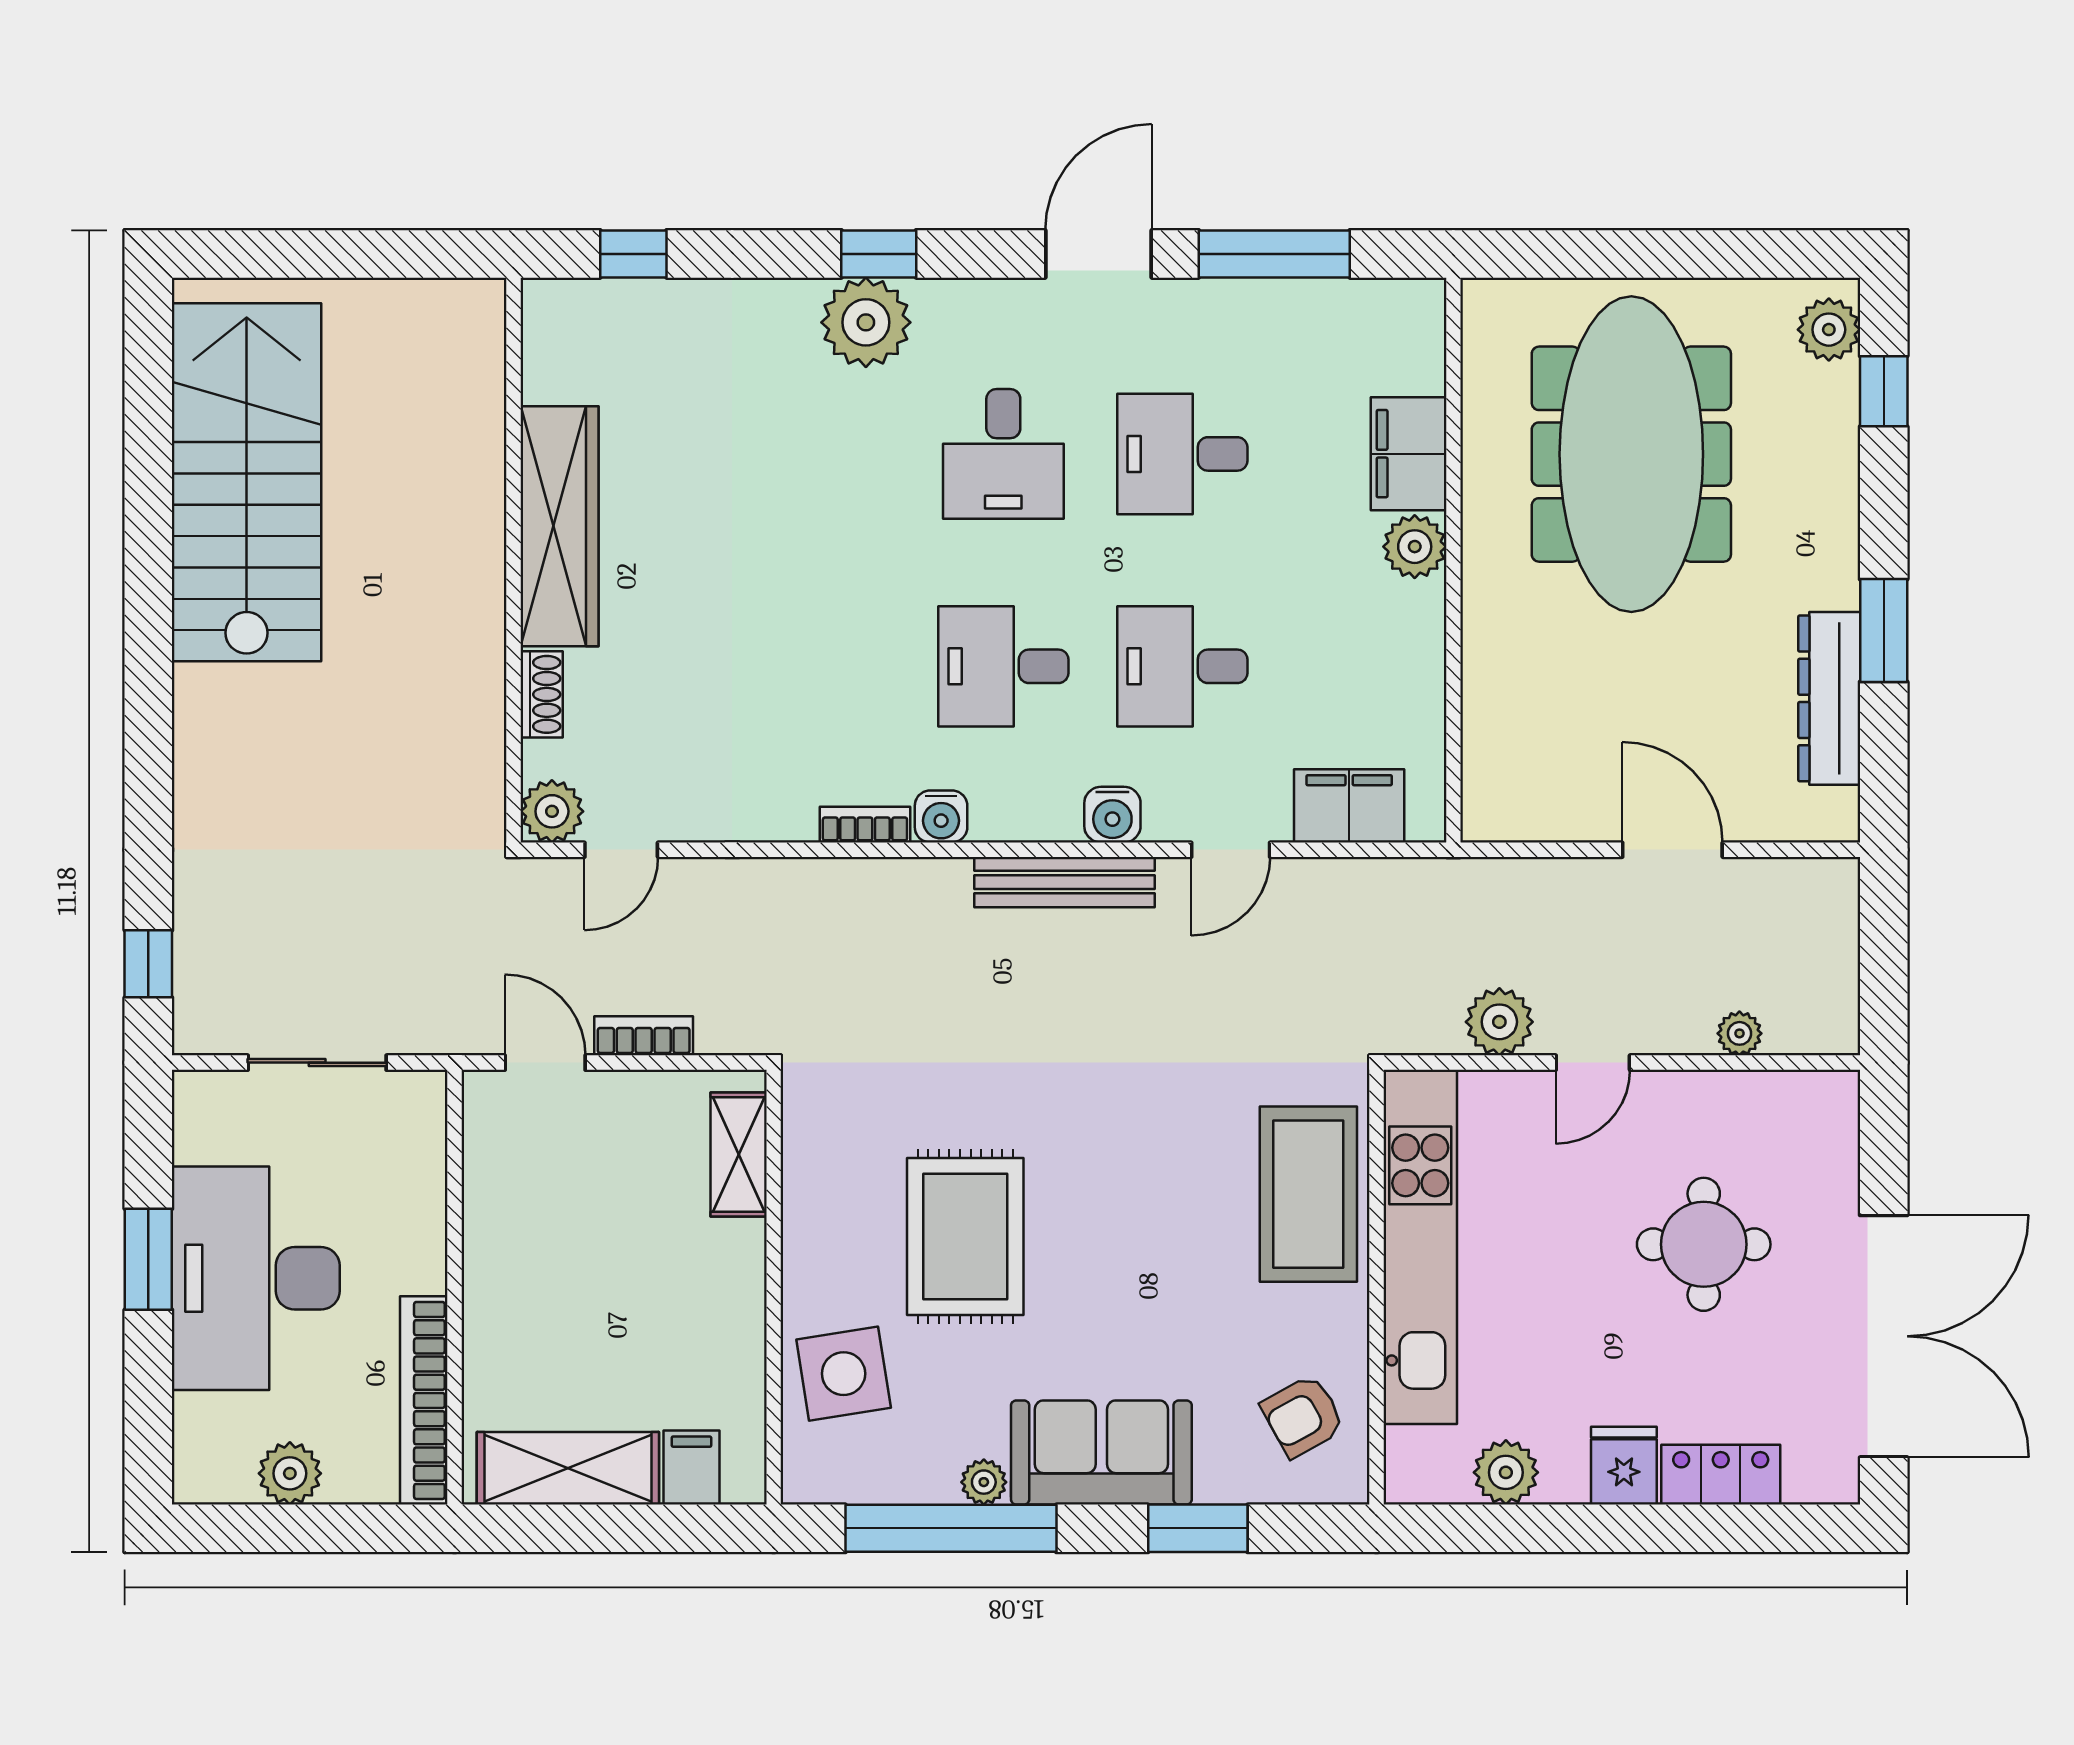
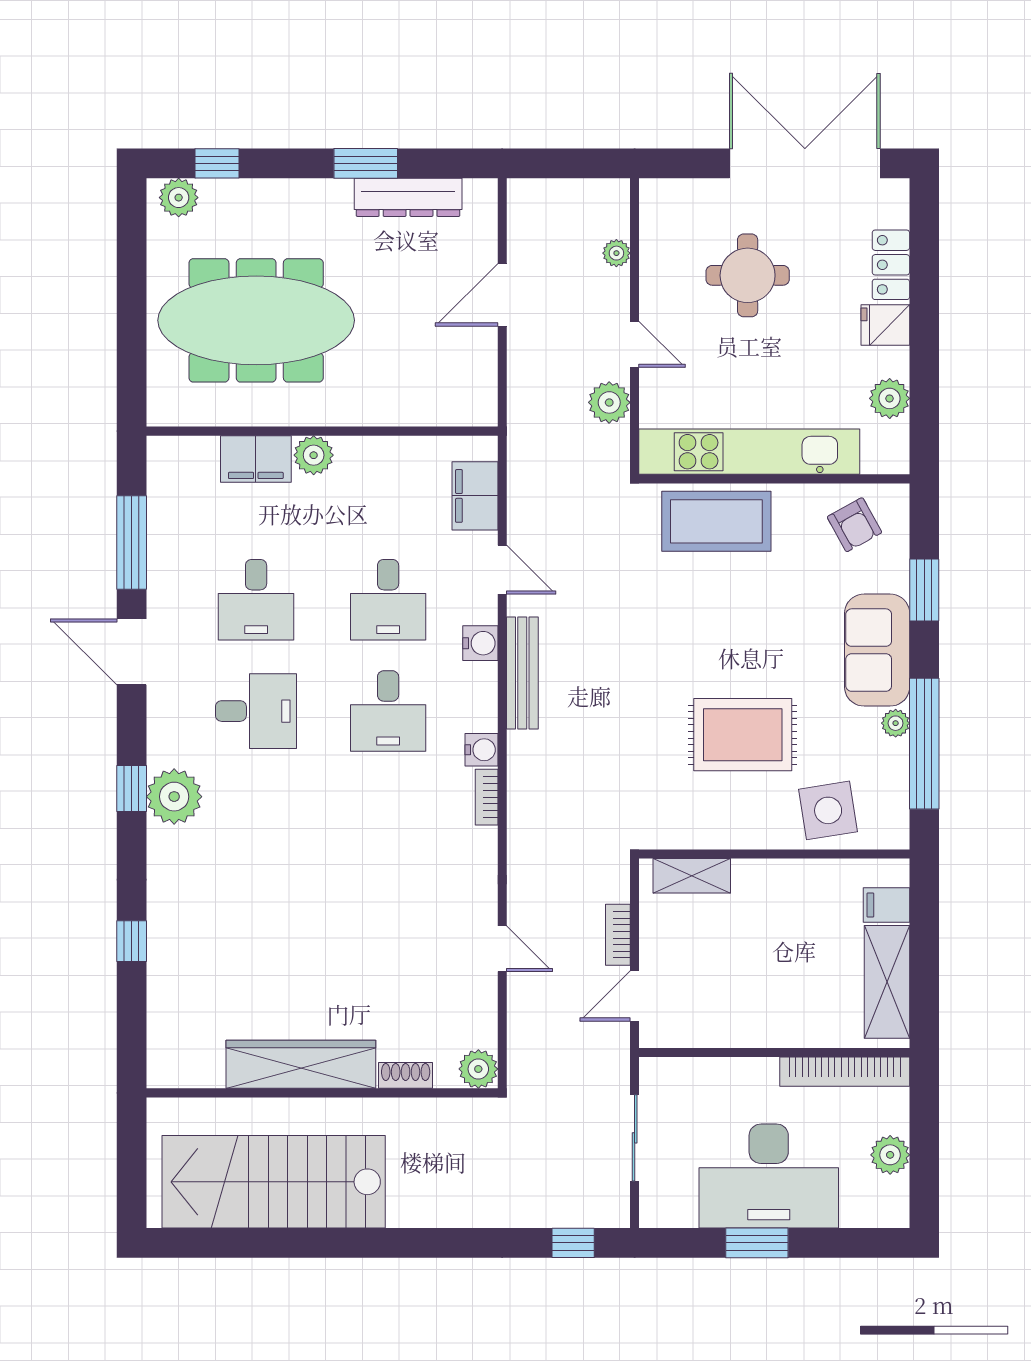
wardrobe: (560, 526) -> (301, 1064), moved
wall: (514, 560) -> (322, 1093), moved
shoe rack: (542, 694) -> (406, 1075), moved
plant: (552, 811) -> (478, 1069), moved

